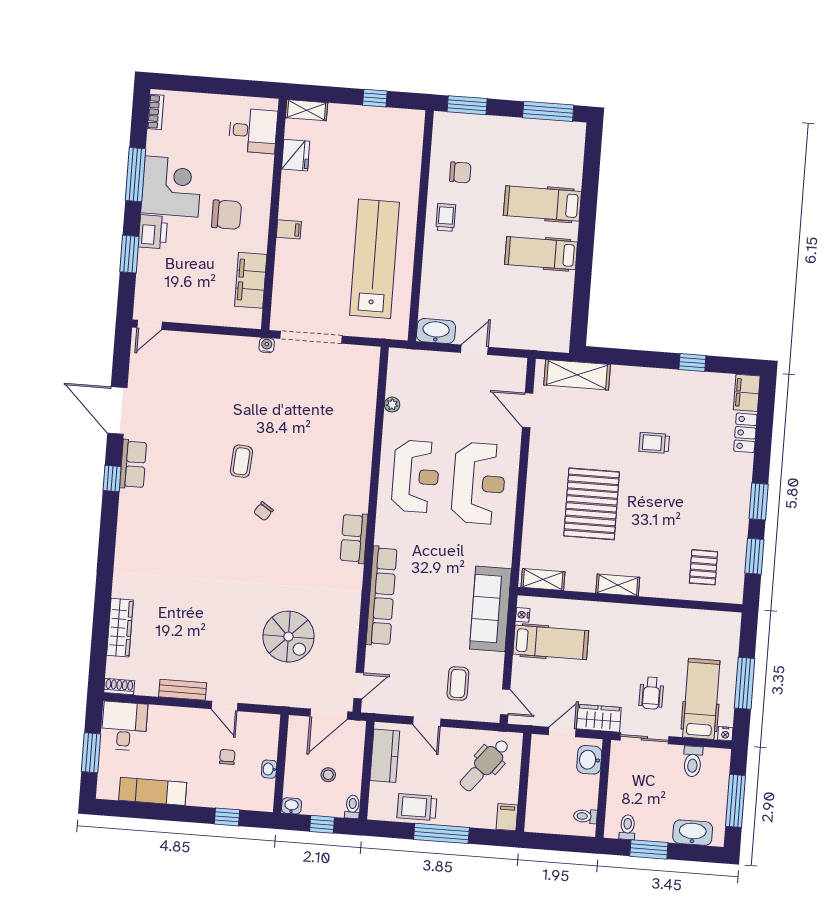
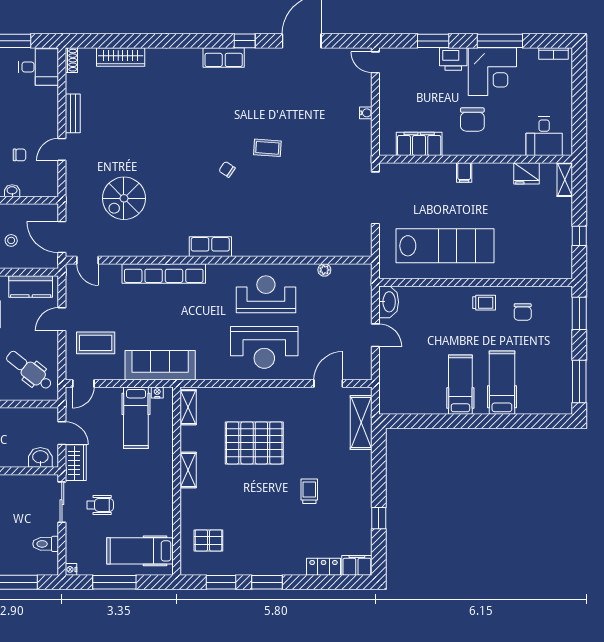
water cooler: (267, 345) -> (366, 113), moved
row of seats: (133, 464) -> (224, 58), moved
reception desk: (416, 476) -> (266, 294), turned 180
coffee table: (458, 684) -> (96, 343), width x1.36, depth x1.30
wheelchair: (651, 693) -> (100, 505), turned 180
hospital bed: (701, 699) -> (140, 551), moved, turned 180

